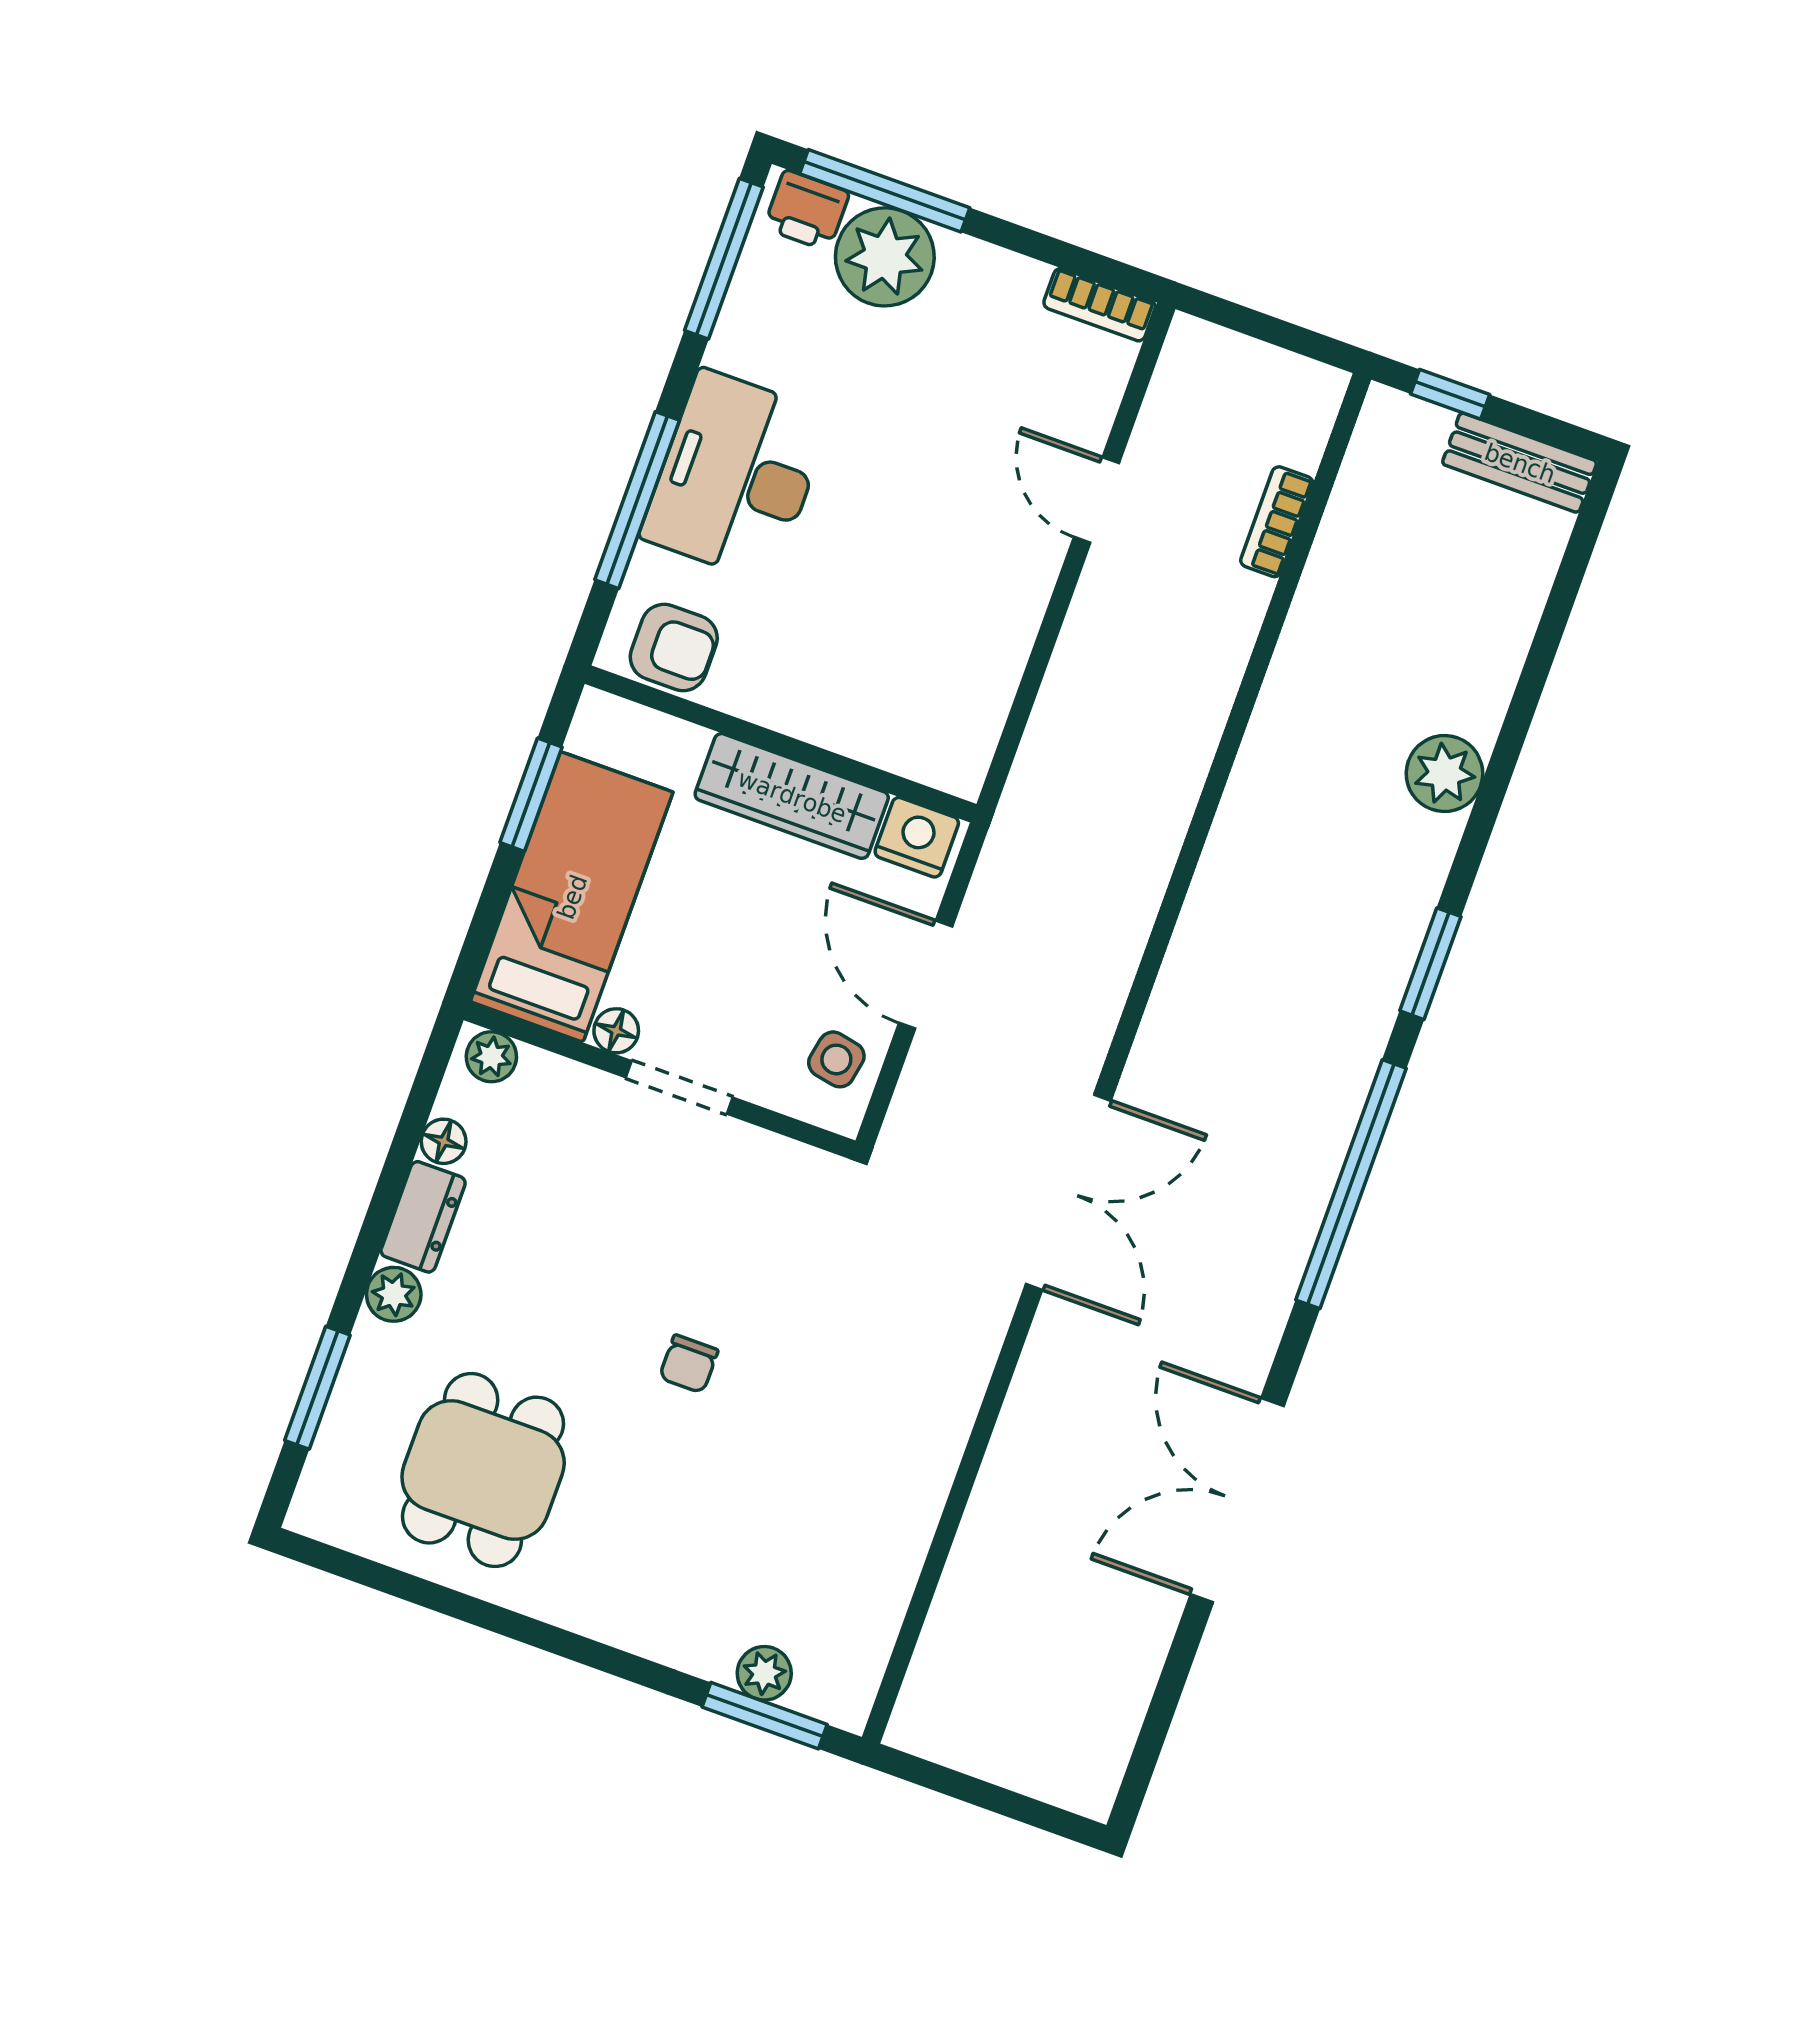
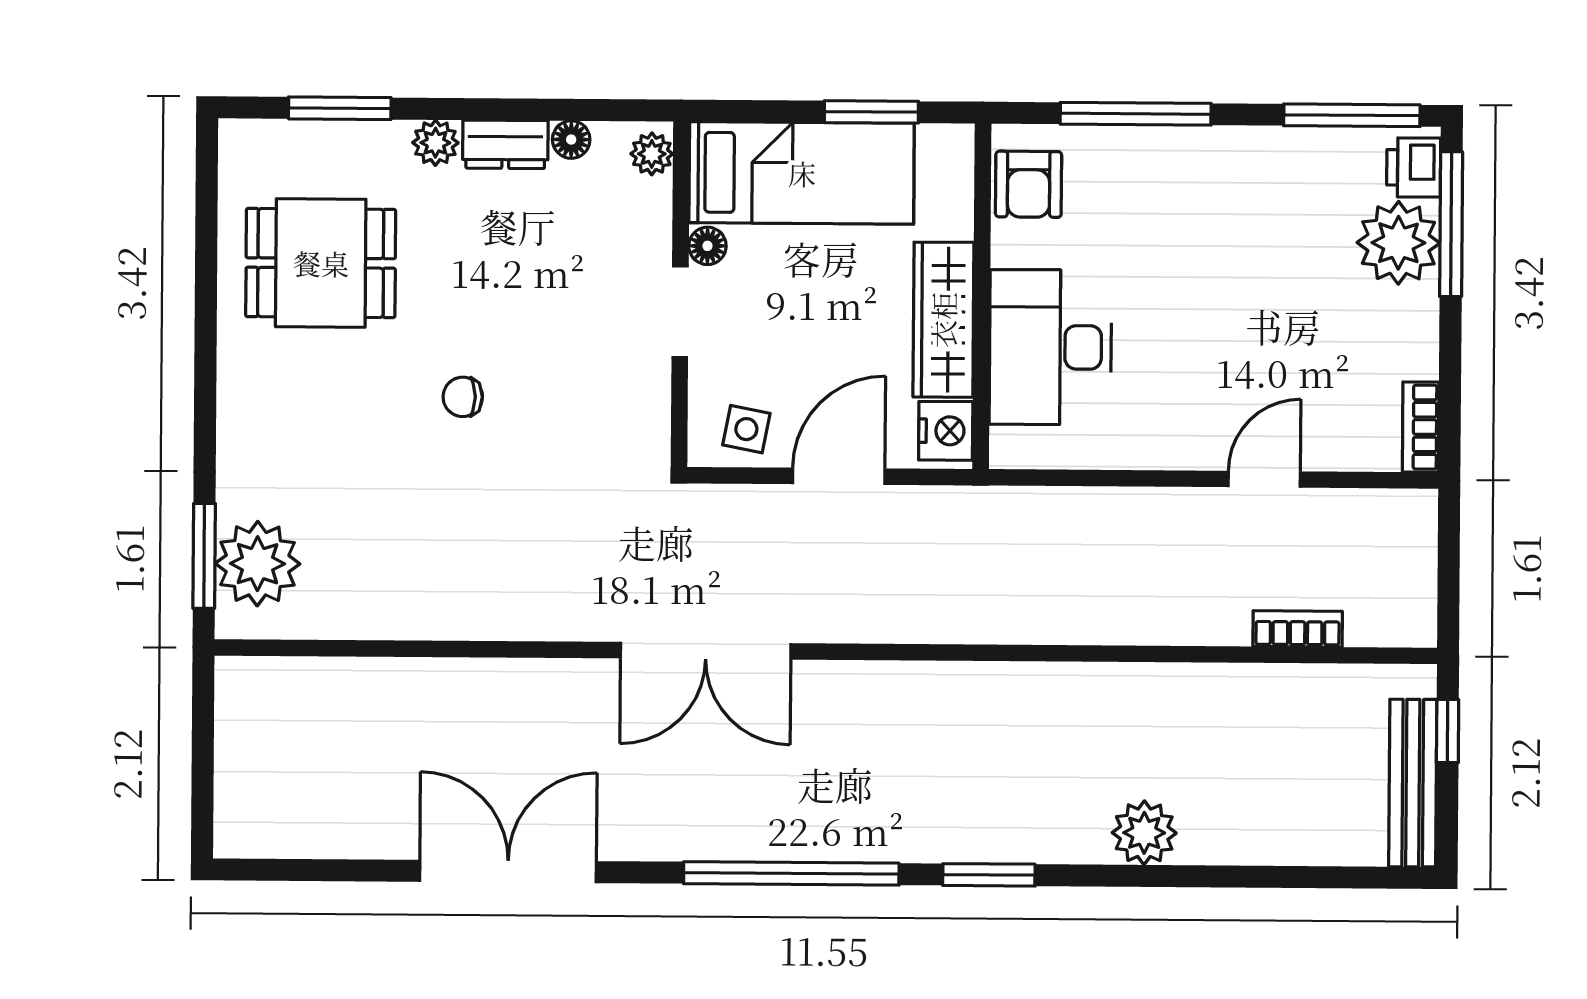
bench: (1520, 463) -> (1413, 783), width x1.36
desk: (736, 476) -> (1050, 347), moved, turned -90
plant: (764, 1673) -> (257, 564), width x1.87, depth x1.87

